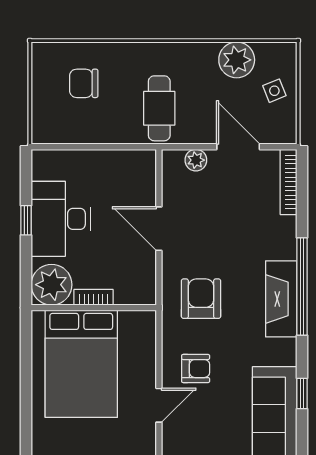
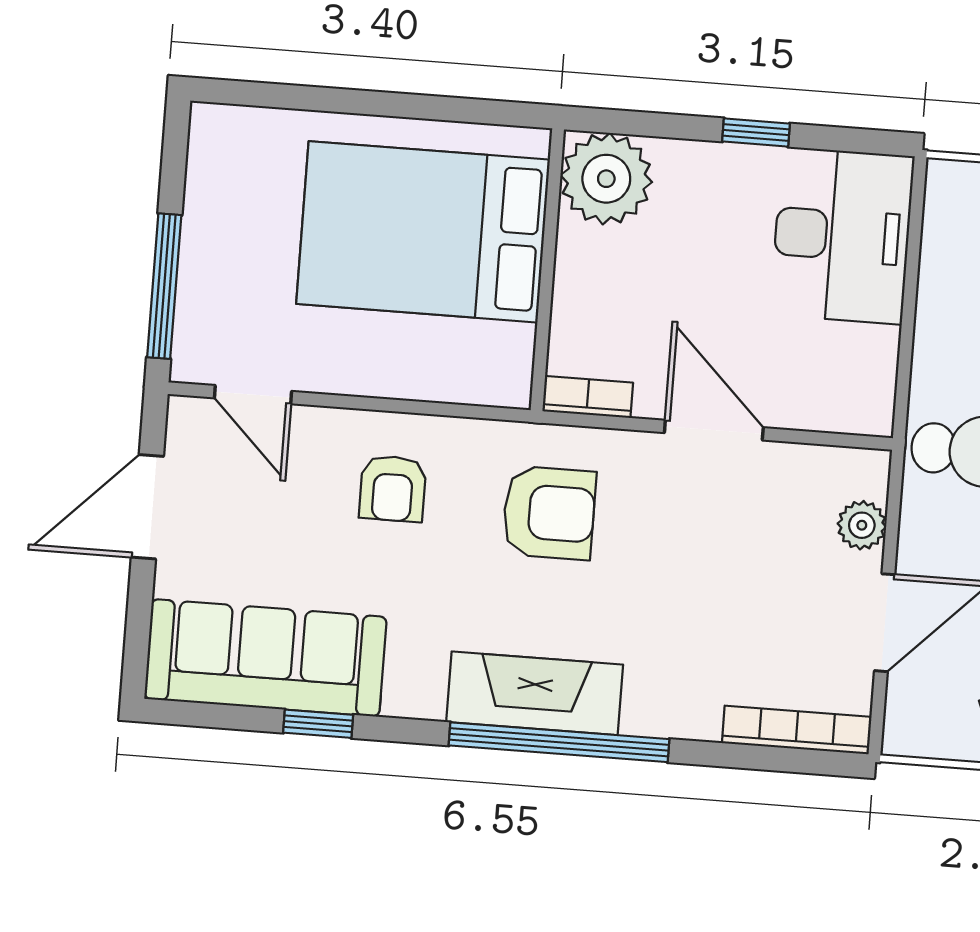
desk: (61, 219) -> (842, 236), moved, turned 90
door: (159, 229) -> (714, 430), hinge flipped
bookcase: (94, 297) -> (588, 397), moved, turned -90
door: (159, 405) -> (253, 395), moved

